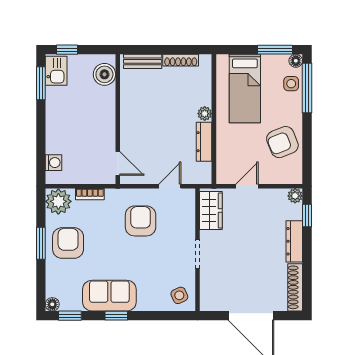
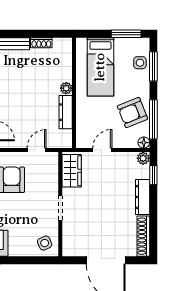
shoe rack: (181, 60) -> (41, 43), width x0.70
floor lamp: (296, 61) -> (144, 143), moved
window: (307, 88) -> (153, 66), width x0.69
window: (307, 150) -> (153, 119), added

